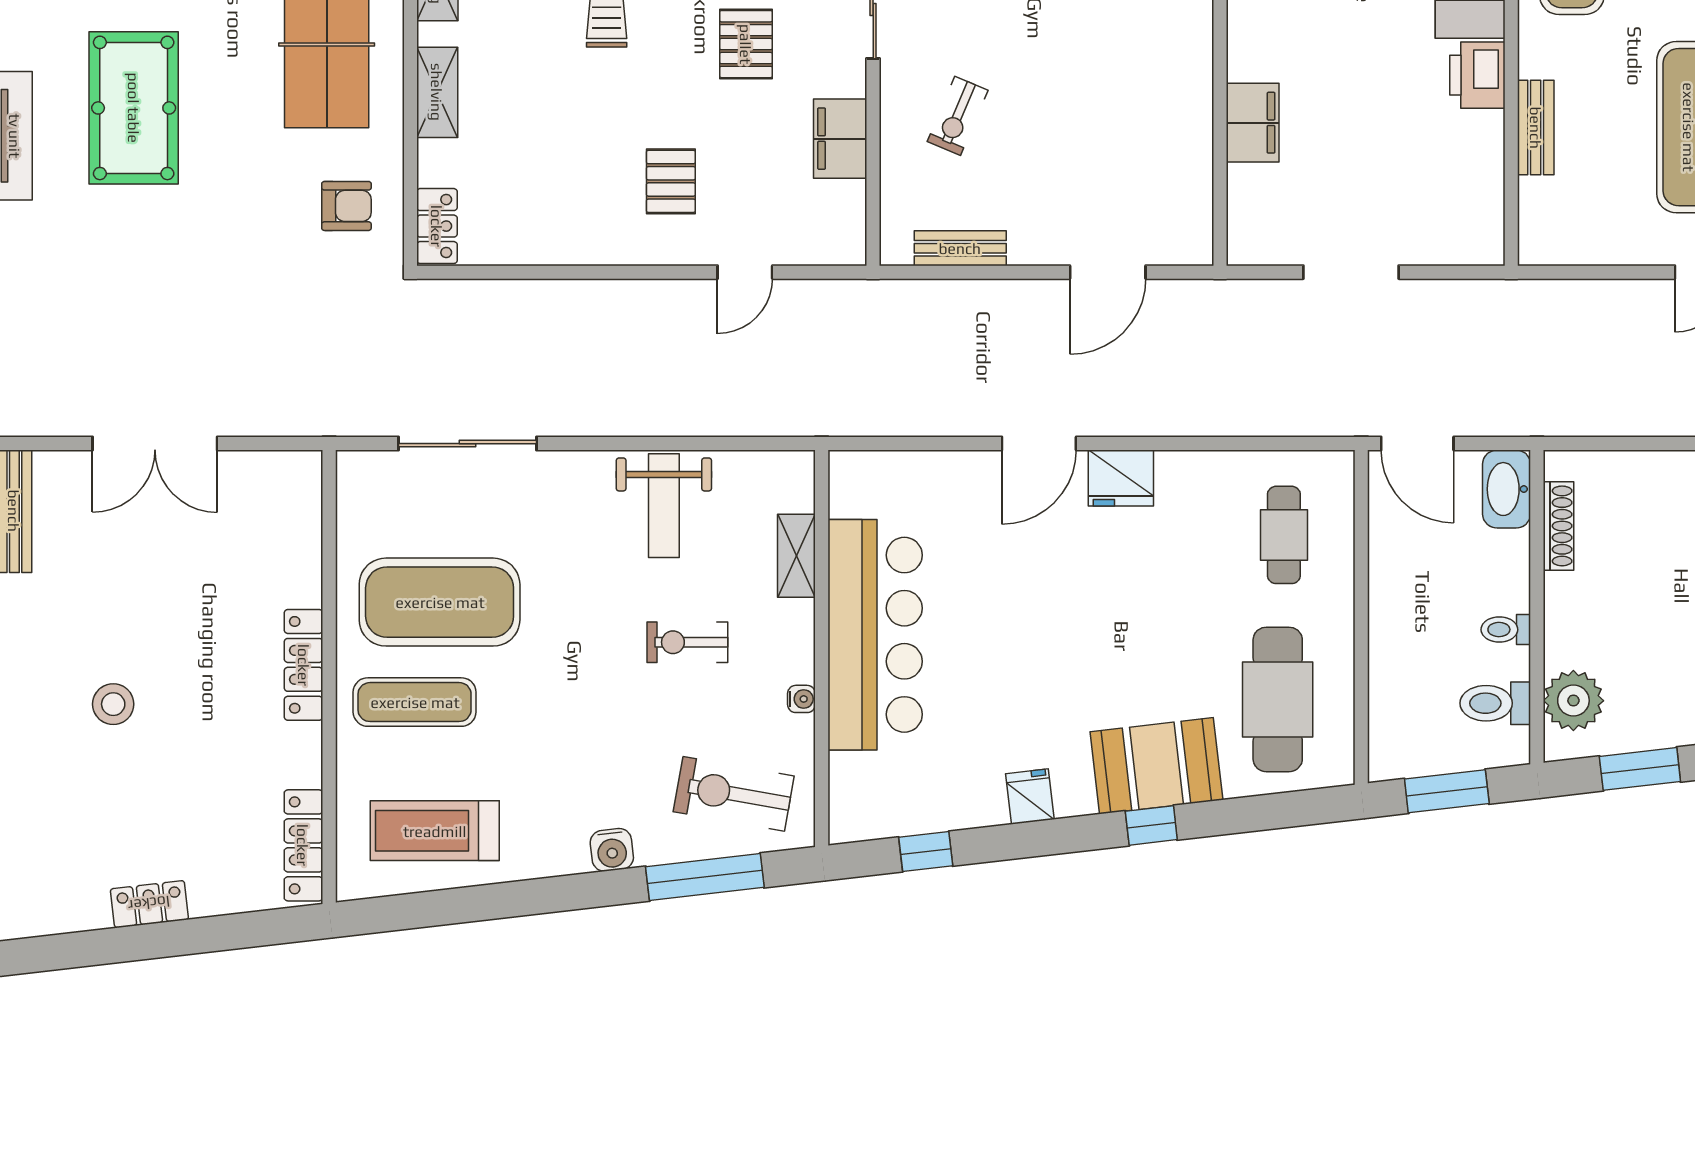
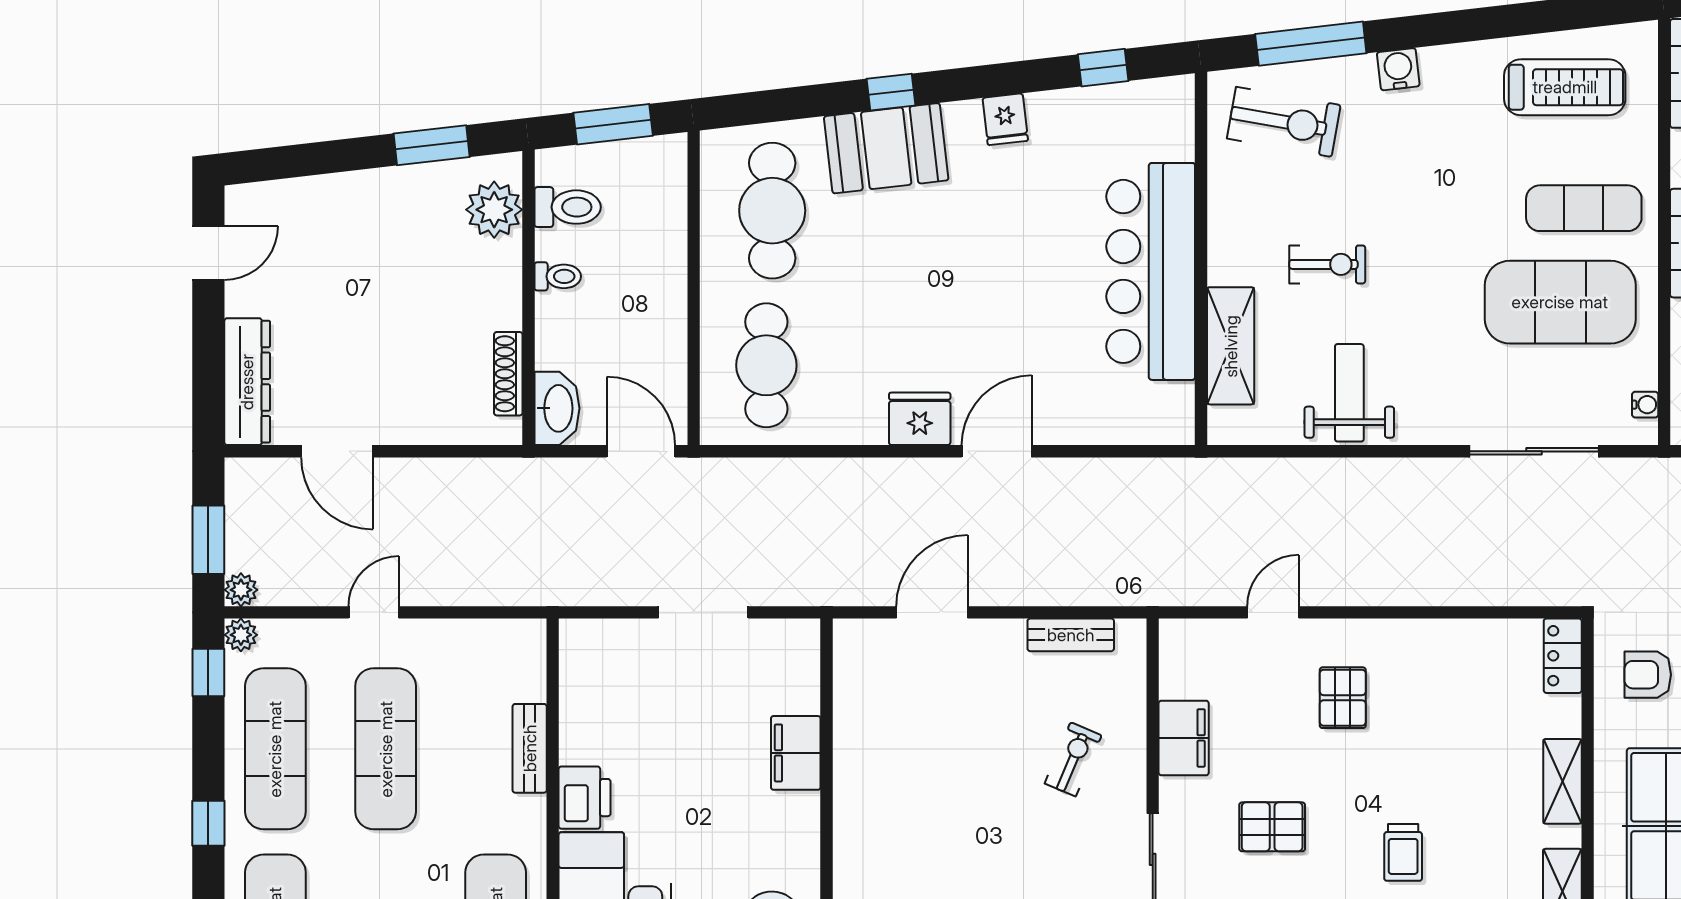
pallet: (746, 44) -> (1272, 827), turned 90
cafe table: (1284, 535) -> (766, 365), width x1.37, depth x1.35
shelving: (796, 556) -> (1231, 346), width x1.50, depth x1.33
water cooler: (801, 699) -> (1645, 405), moved, turned 180

